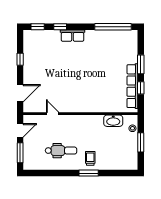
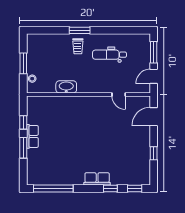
row of seats: (132, 86) -> (32, 136), width x0.50
washbasin: (113, 121) -> (66, 87), moved

